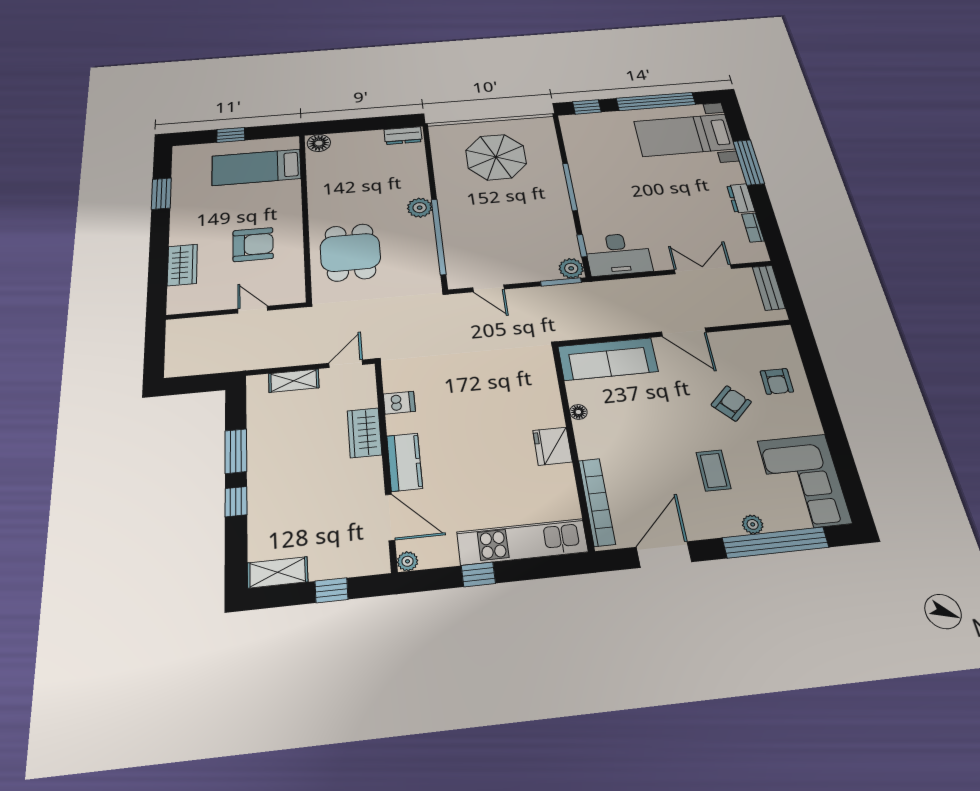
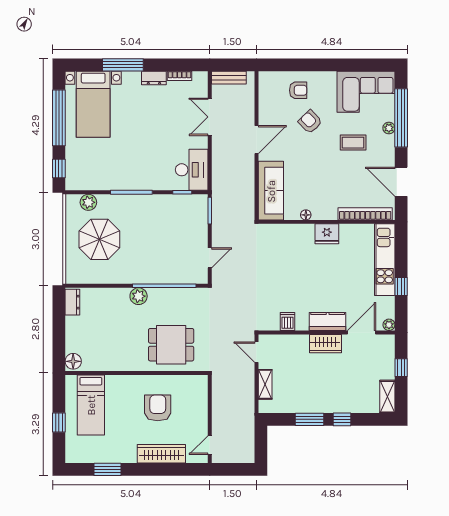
wardrobe: (182, 265) -> (161, 454), width x1.50
plant: (571, 268) -> (88, 202), moved
door: (253, 310) -> (210, 445), moved
wardrobe: (364, 433) -> (325, 344), moved

